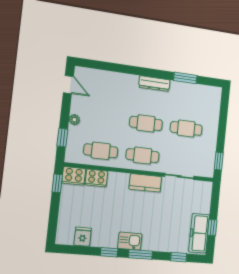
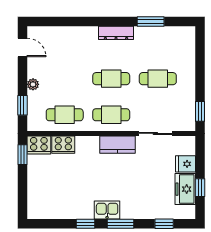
freezer: (199, 233) -> (185, 189), width x0.71
fridge: (83, 237) -> (185, 164), moved, turned -90

